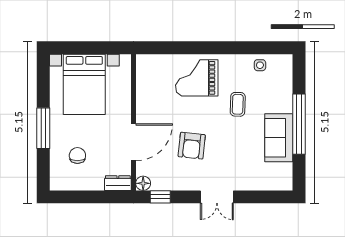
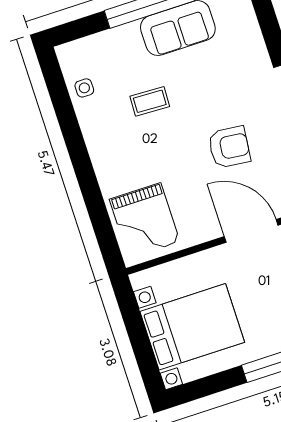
grand piano: (197, 78) -> (145, 220), moved

